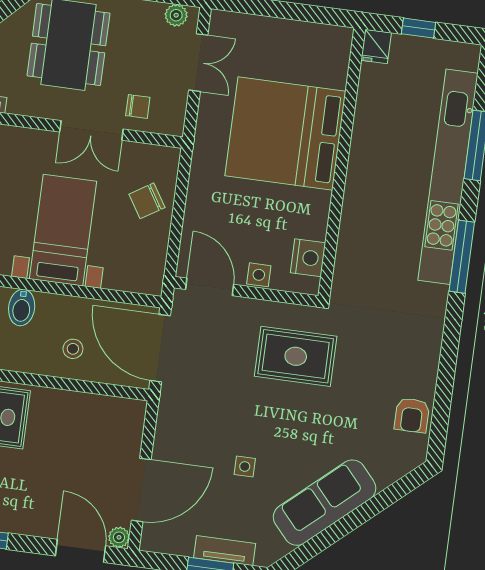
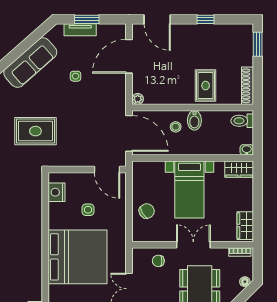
double door: (91, 130) -> (193, 245), moved
side table: (259, 275) -> (88, 210), moved
bidet: (22, 307) -> (194, 120), moved, turned 180
rug: (296, 356) -> (35, 131), moved
plant: (119, 537) -> (138, 99), moved

